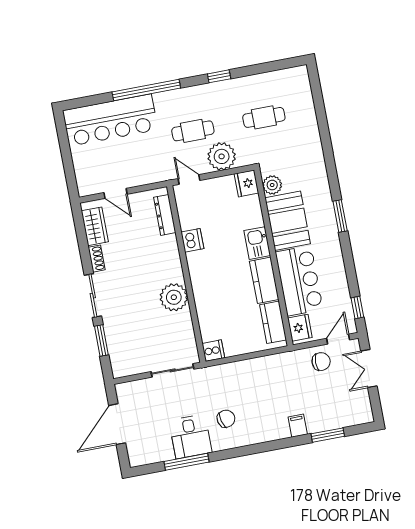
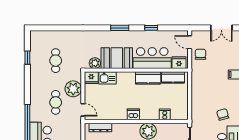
window: (219, 76) -> (27, 58), moved
door: (189, 179) -> (83, 110), swing flipped
dishwasher: (192, 240) -> (133, 114), moved
kitchen sink: (257, 243) -> (107, 78), moved
window: (357, 307) -> (151, 28), moved
cooker: (213, 351) -> (165, 114), moved
double door: (369, 368) -> (221, 28), moved

